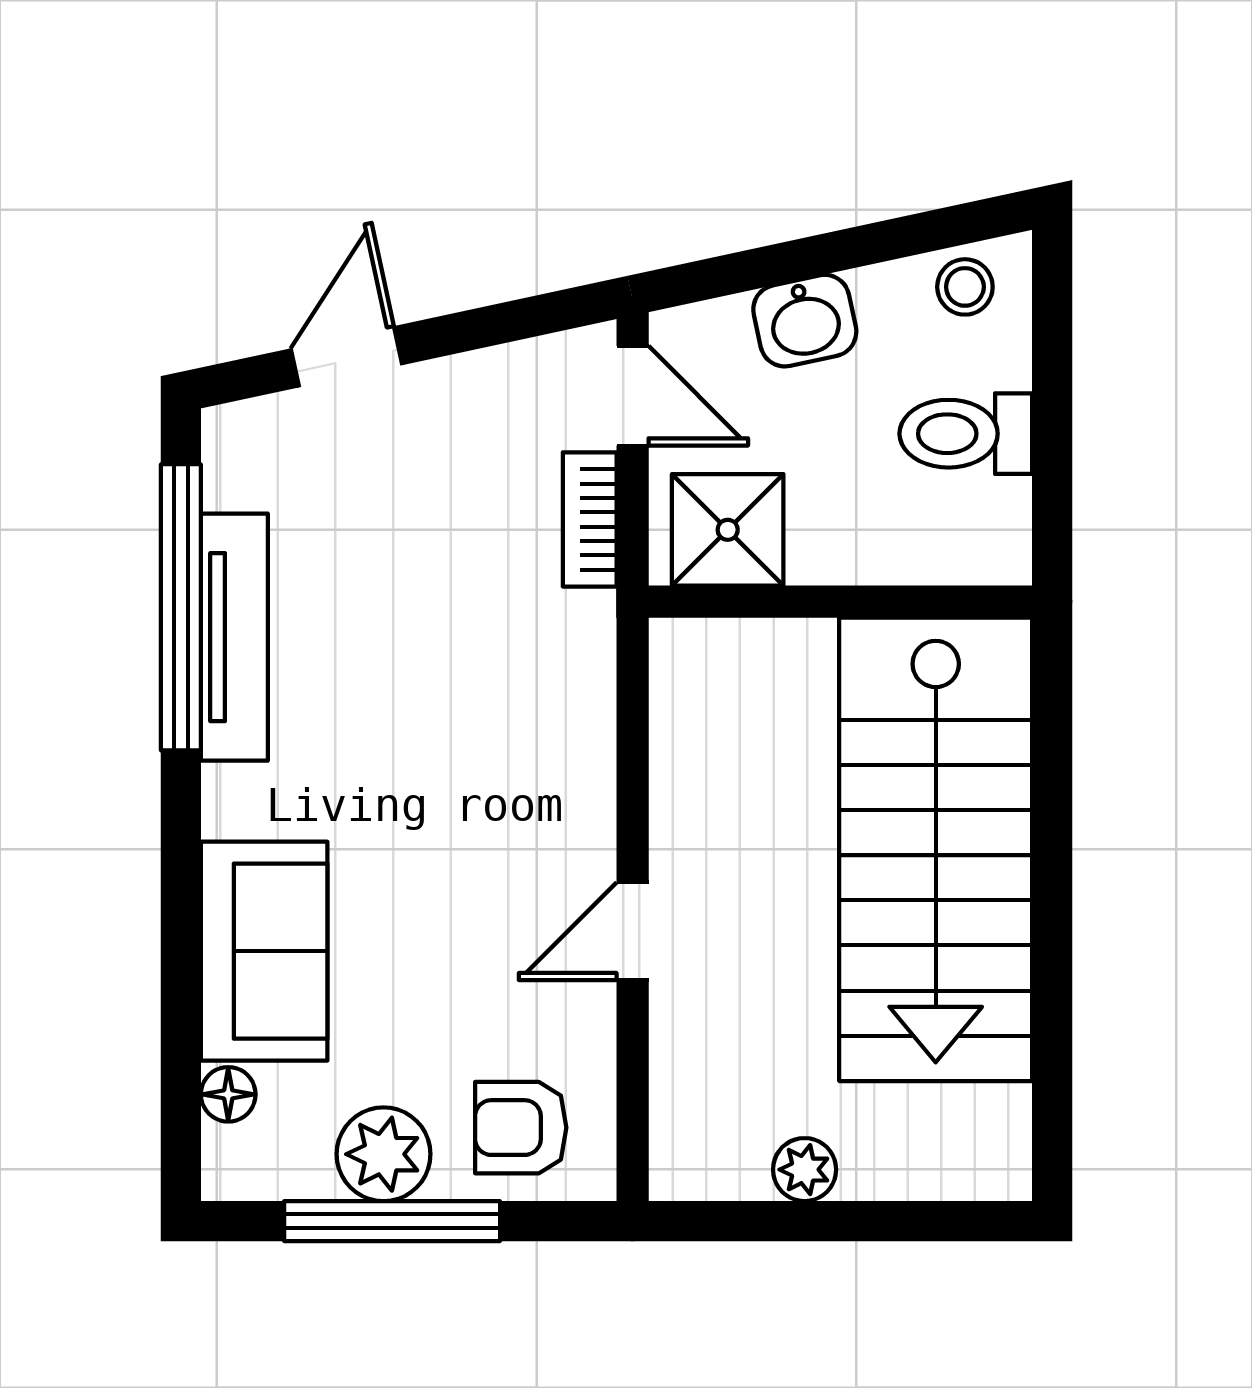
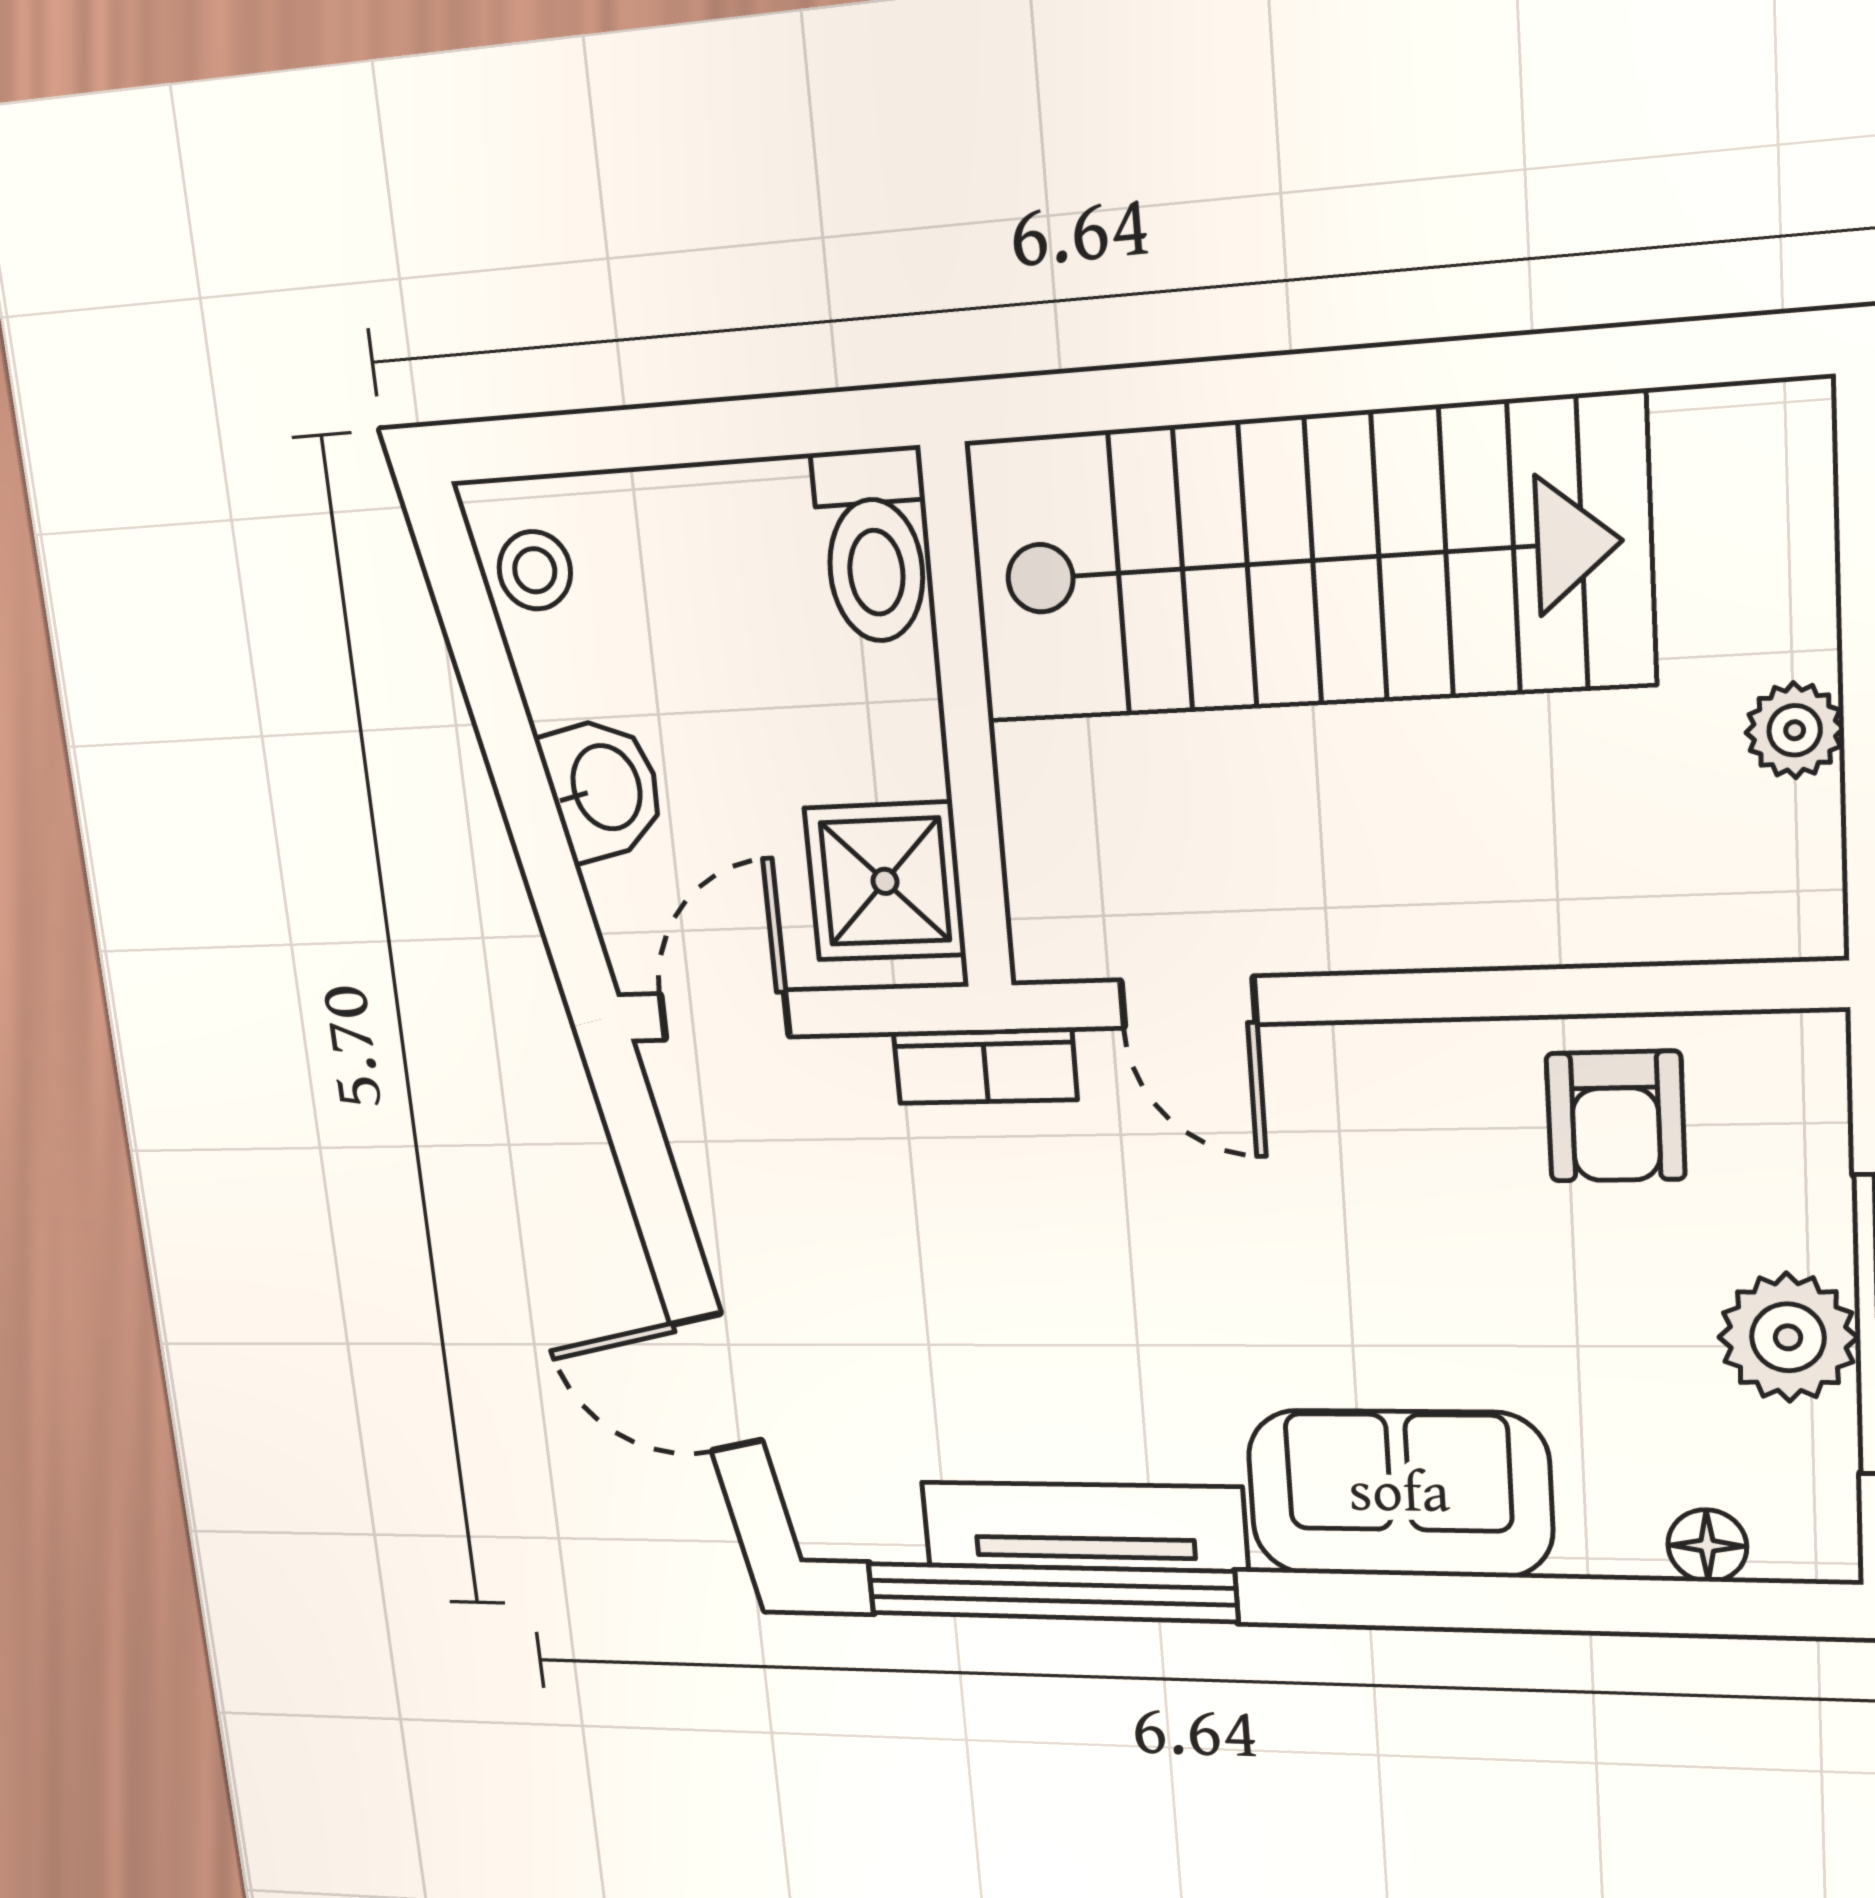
toilet: (966, 434) -> (874, 546), moved
bookcase: (590, 519) -> (985, 1066), moved
door: (633, 931) -> (1188, 1002), moved
sofa: (264, 951) -> (1399, 1494), moved
armchair: (521, 1128) -> (1616, 1116), moved

